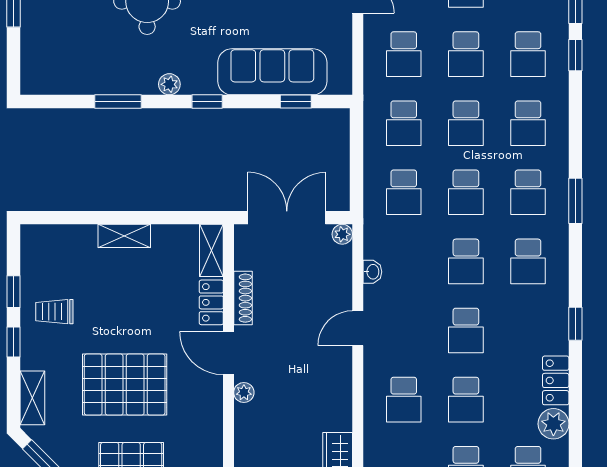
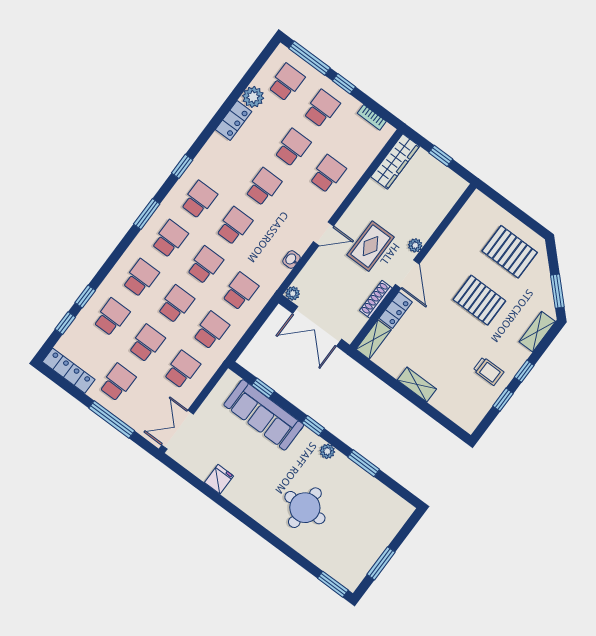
window: (575, 324) -> (182, 166), moved
rug: (294, 354) -> (370, 246), added
pallet: (125, 385) -> (479, 300), width x0.73, depth x0.71

